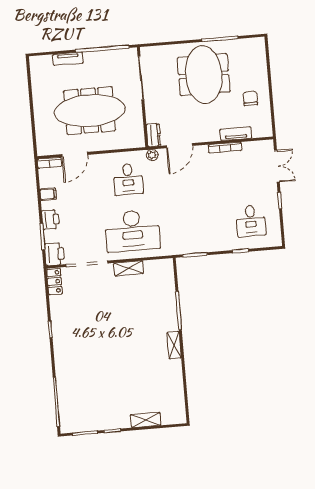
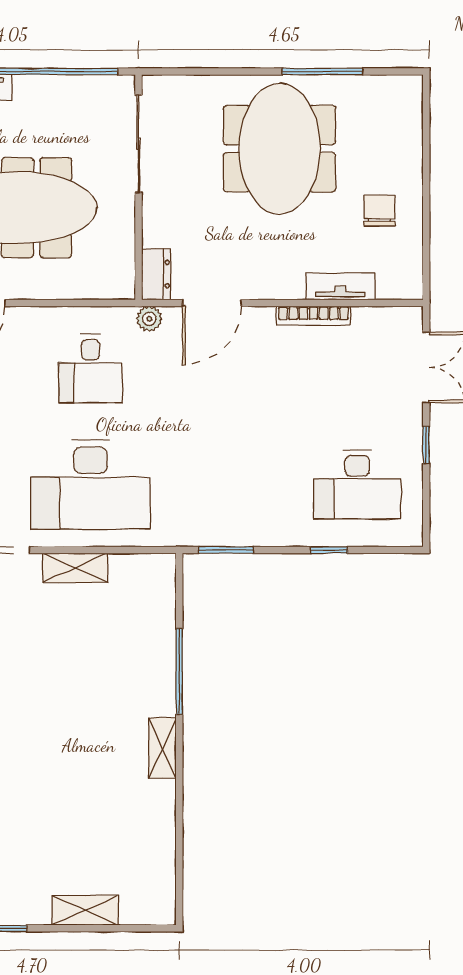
desk: (251, 221) -> (357, 484), width x1.37

